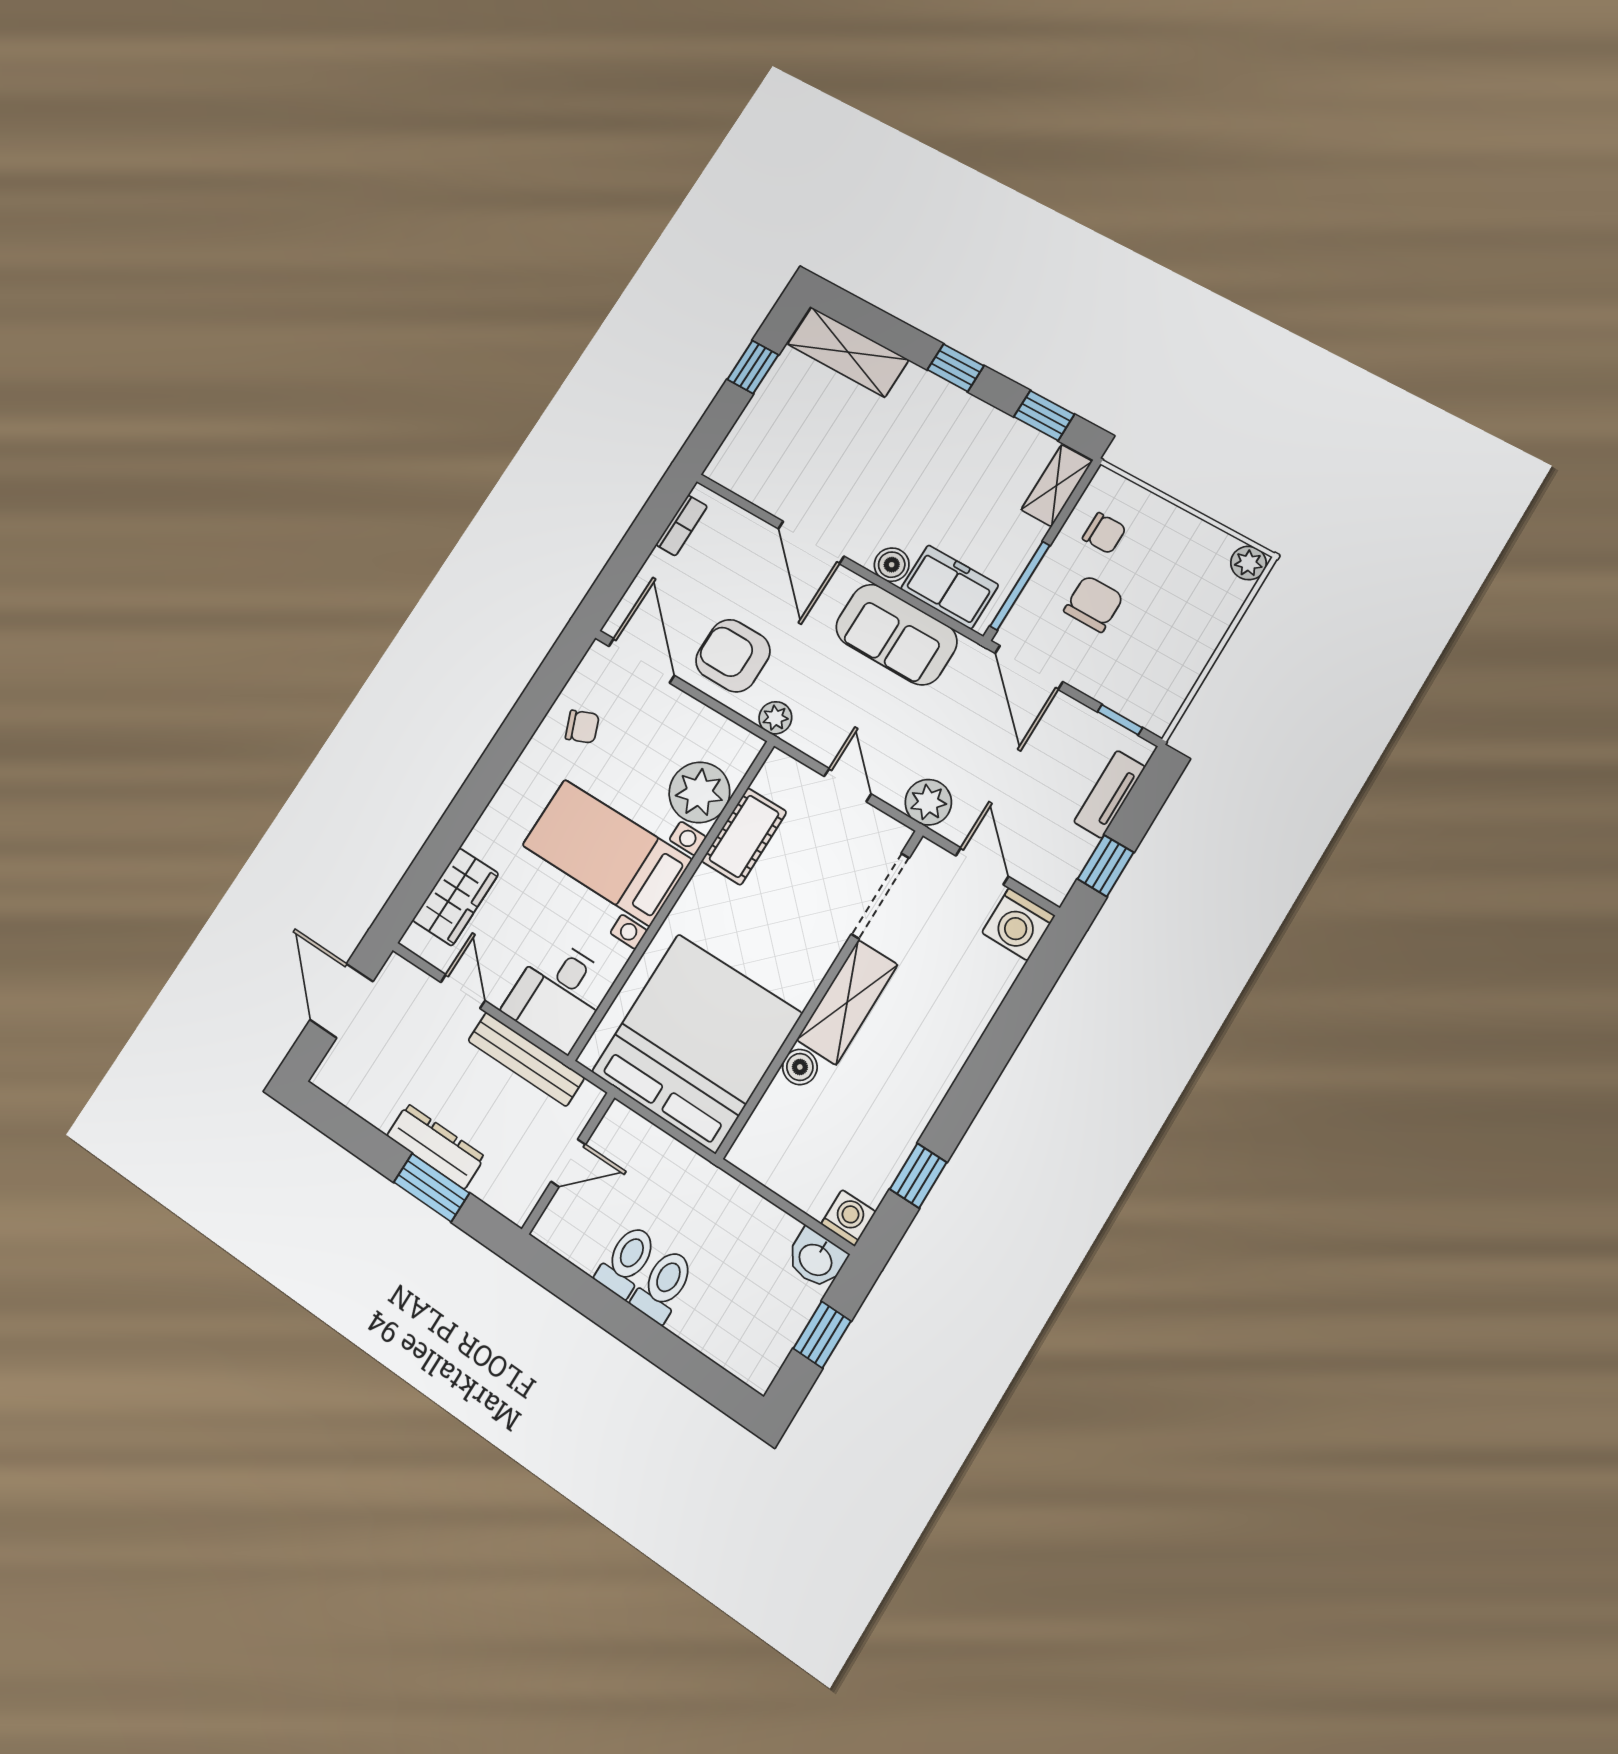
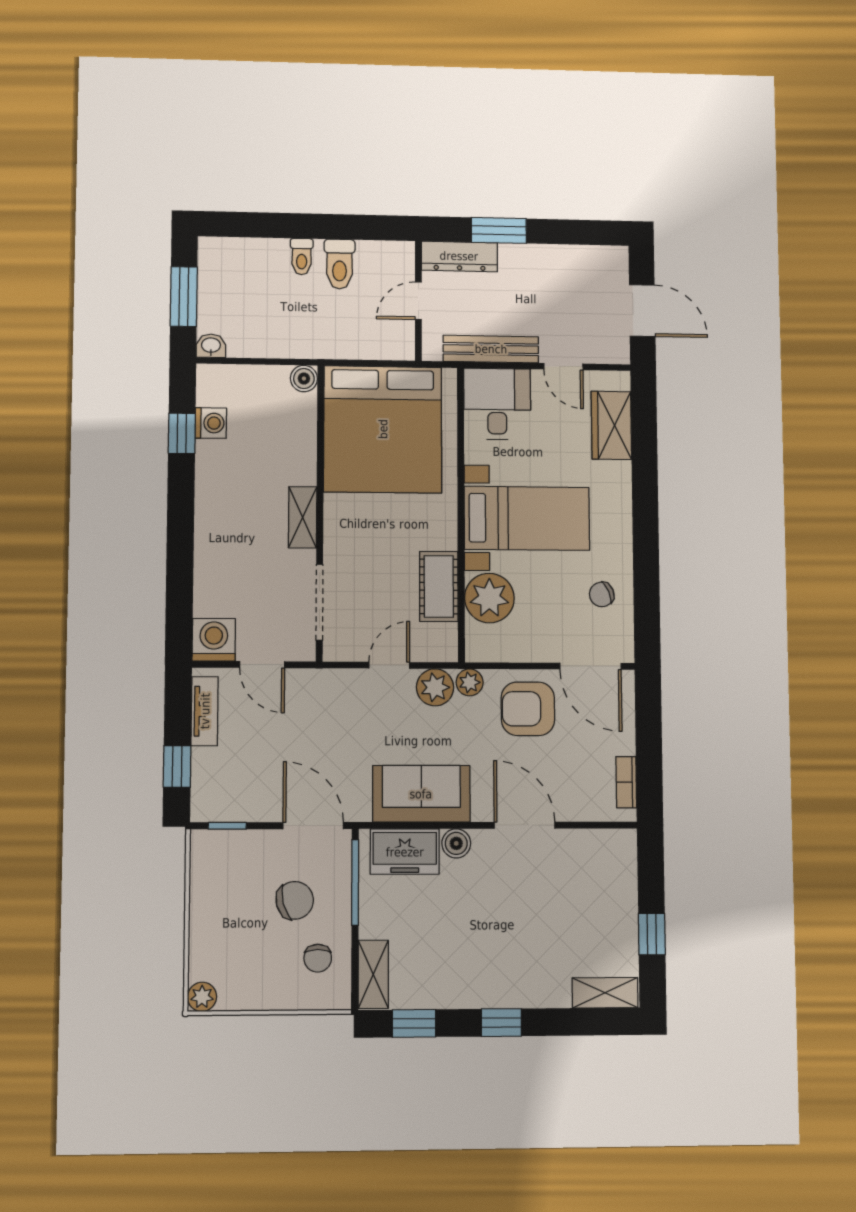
shelving: (848, 352) -> (605, 993), width x0.67, depth x0.75
chair: (1104, 533) -> (318, 958), turned -90
chair: (1094, 604) -> (295, 900), turned -105
armchair: (733, 656) -> (528, 709), turned 180
door: (848, 785) -> (389, 665), swing flipped
tv unit: (1110, 794) -> (205, 711), moved
plant: (928, 802) -> (435, 687), moved
window: (1106, 866) -> (177, 766), moved
shelving: (847, 1002) -> (303, 517), width x0.67, depth x0.75
boiler: (800, 1067) -> (304, 379), moved
dresser: (436, 1146) -> (459, 256), moved
washing machine: (848, 1218) -> (211, 423), moved, turned -90
washbasin: (816, 1259) -> (211, 346), width x0.72, depth x0.69
toilet: (663, 1285) -> (302, 257), width x0.73, depth x0.72
window: (822, 1335) -> (184, 297), width x1.50

